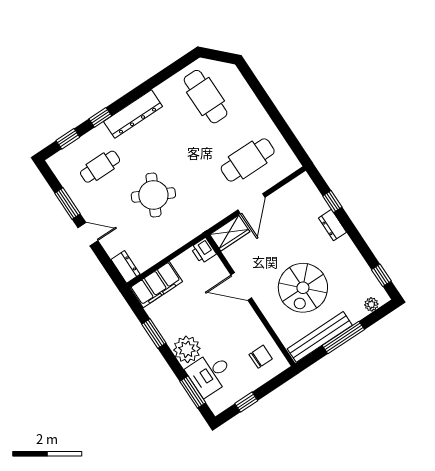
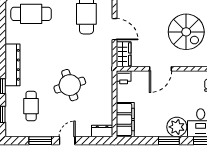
round table: (153, 195) -> (70, 85), turned 45
window: (154, 334) -> (169, 141), moved

